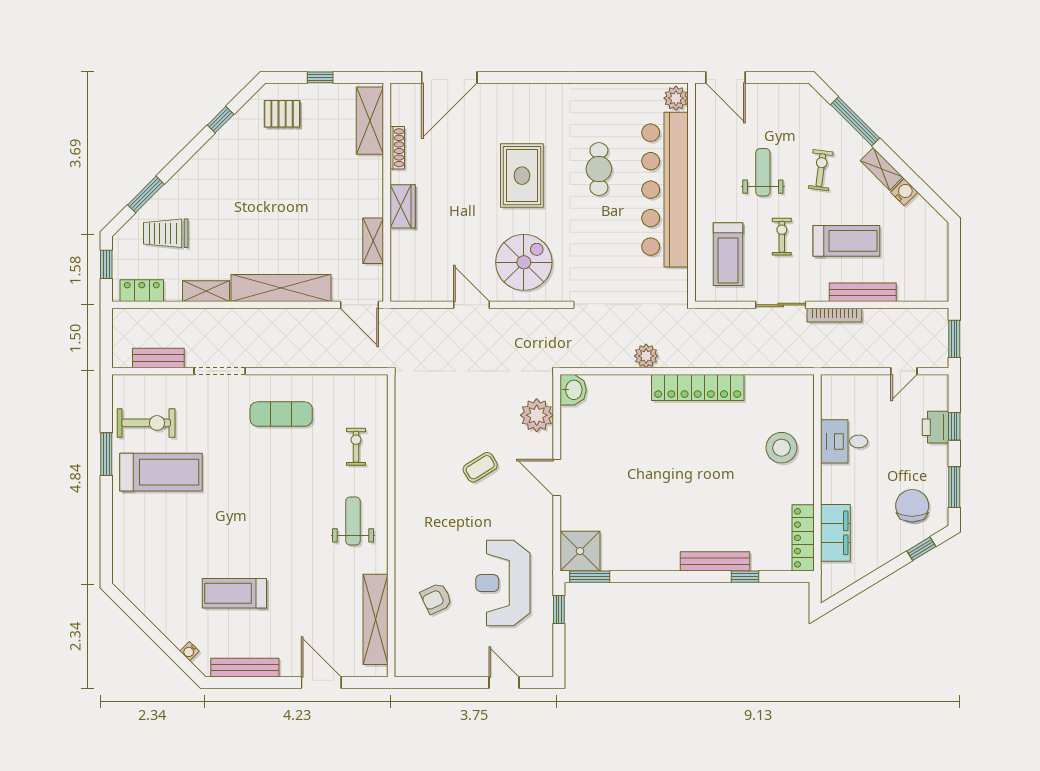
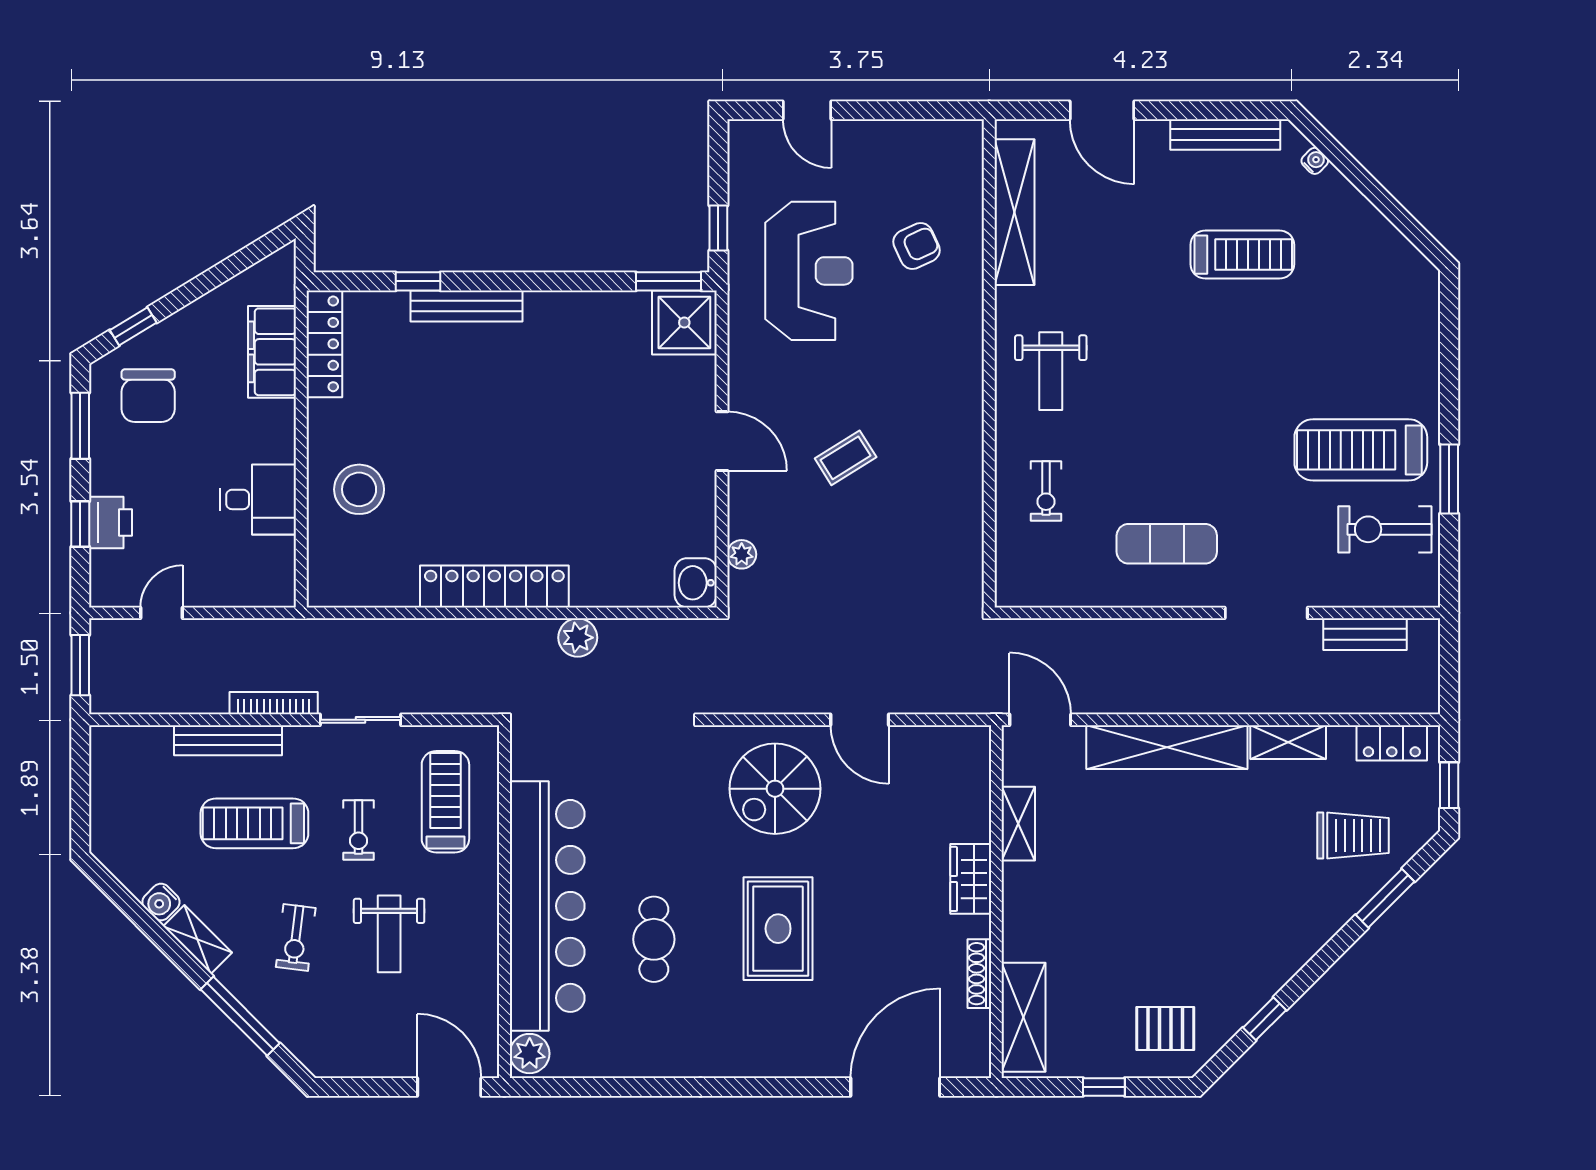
plant: (537, 415) -> (742, 554), width x0.53, depth x0.53

